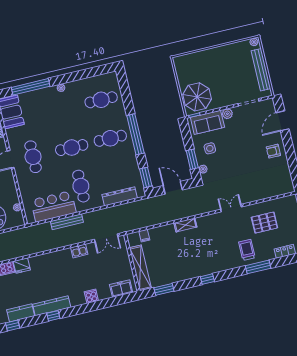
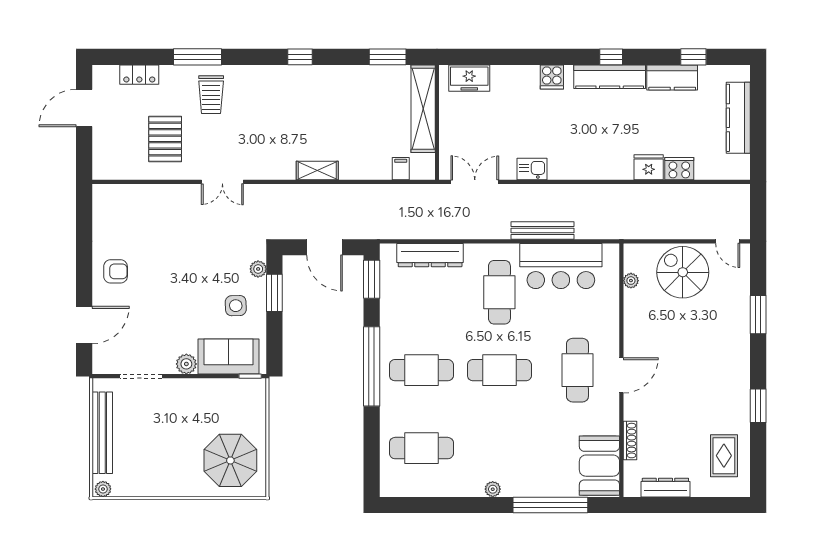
parasol: (197, 97) -> (230, 460), moved
pallet: (264, 223) -> (165, 139), turned 90
cooker: (91, 296) -> (552, 77), moved

